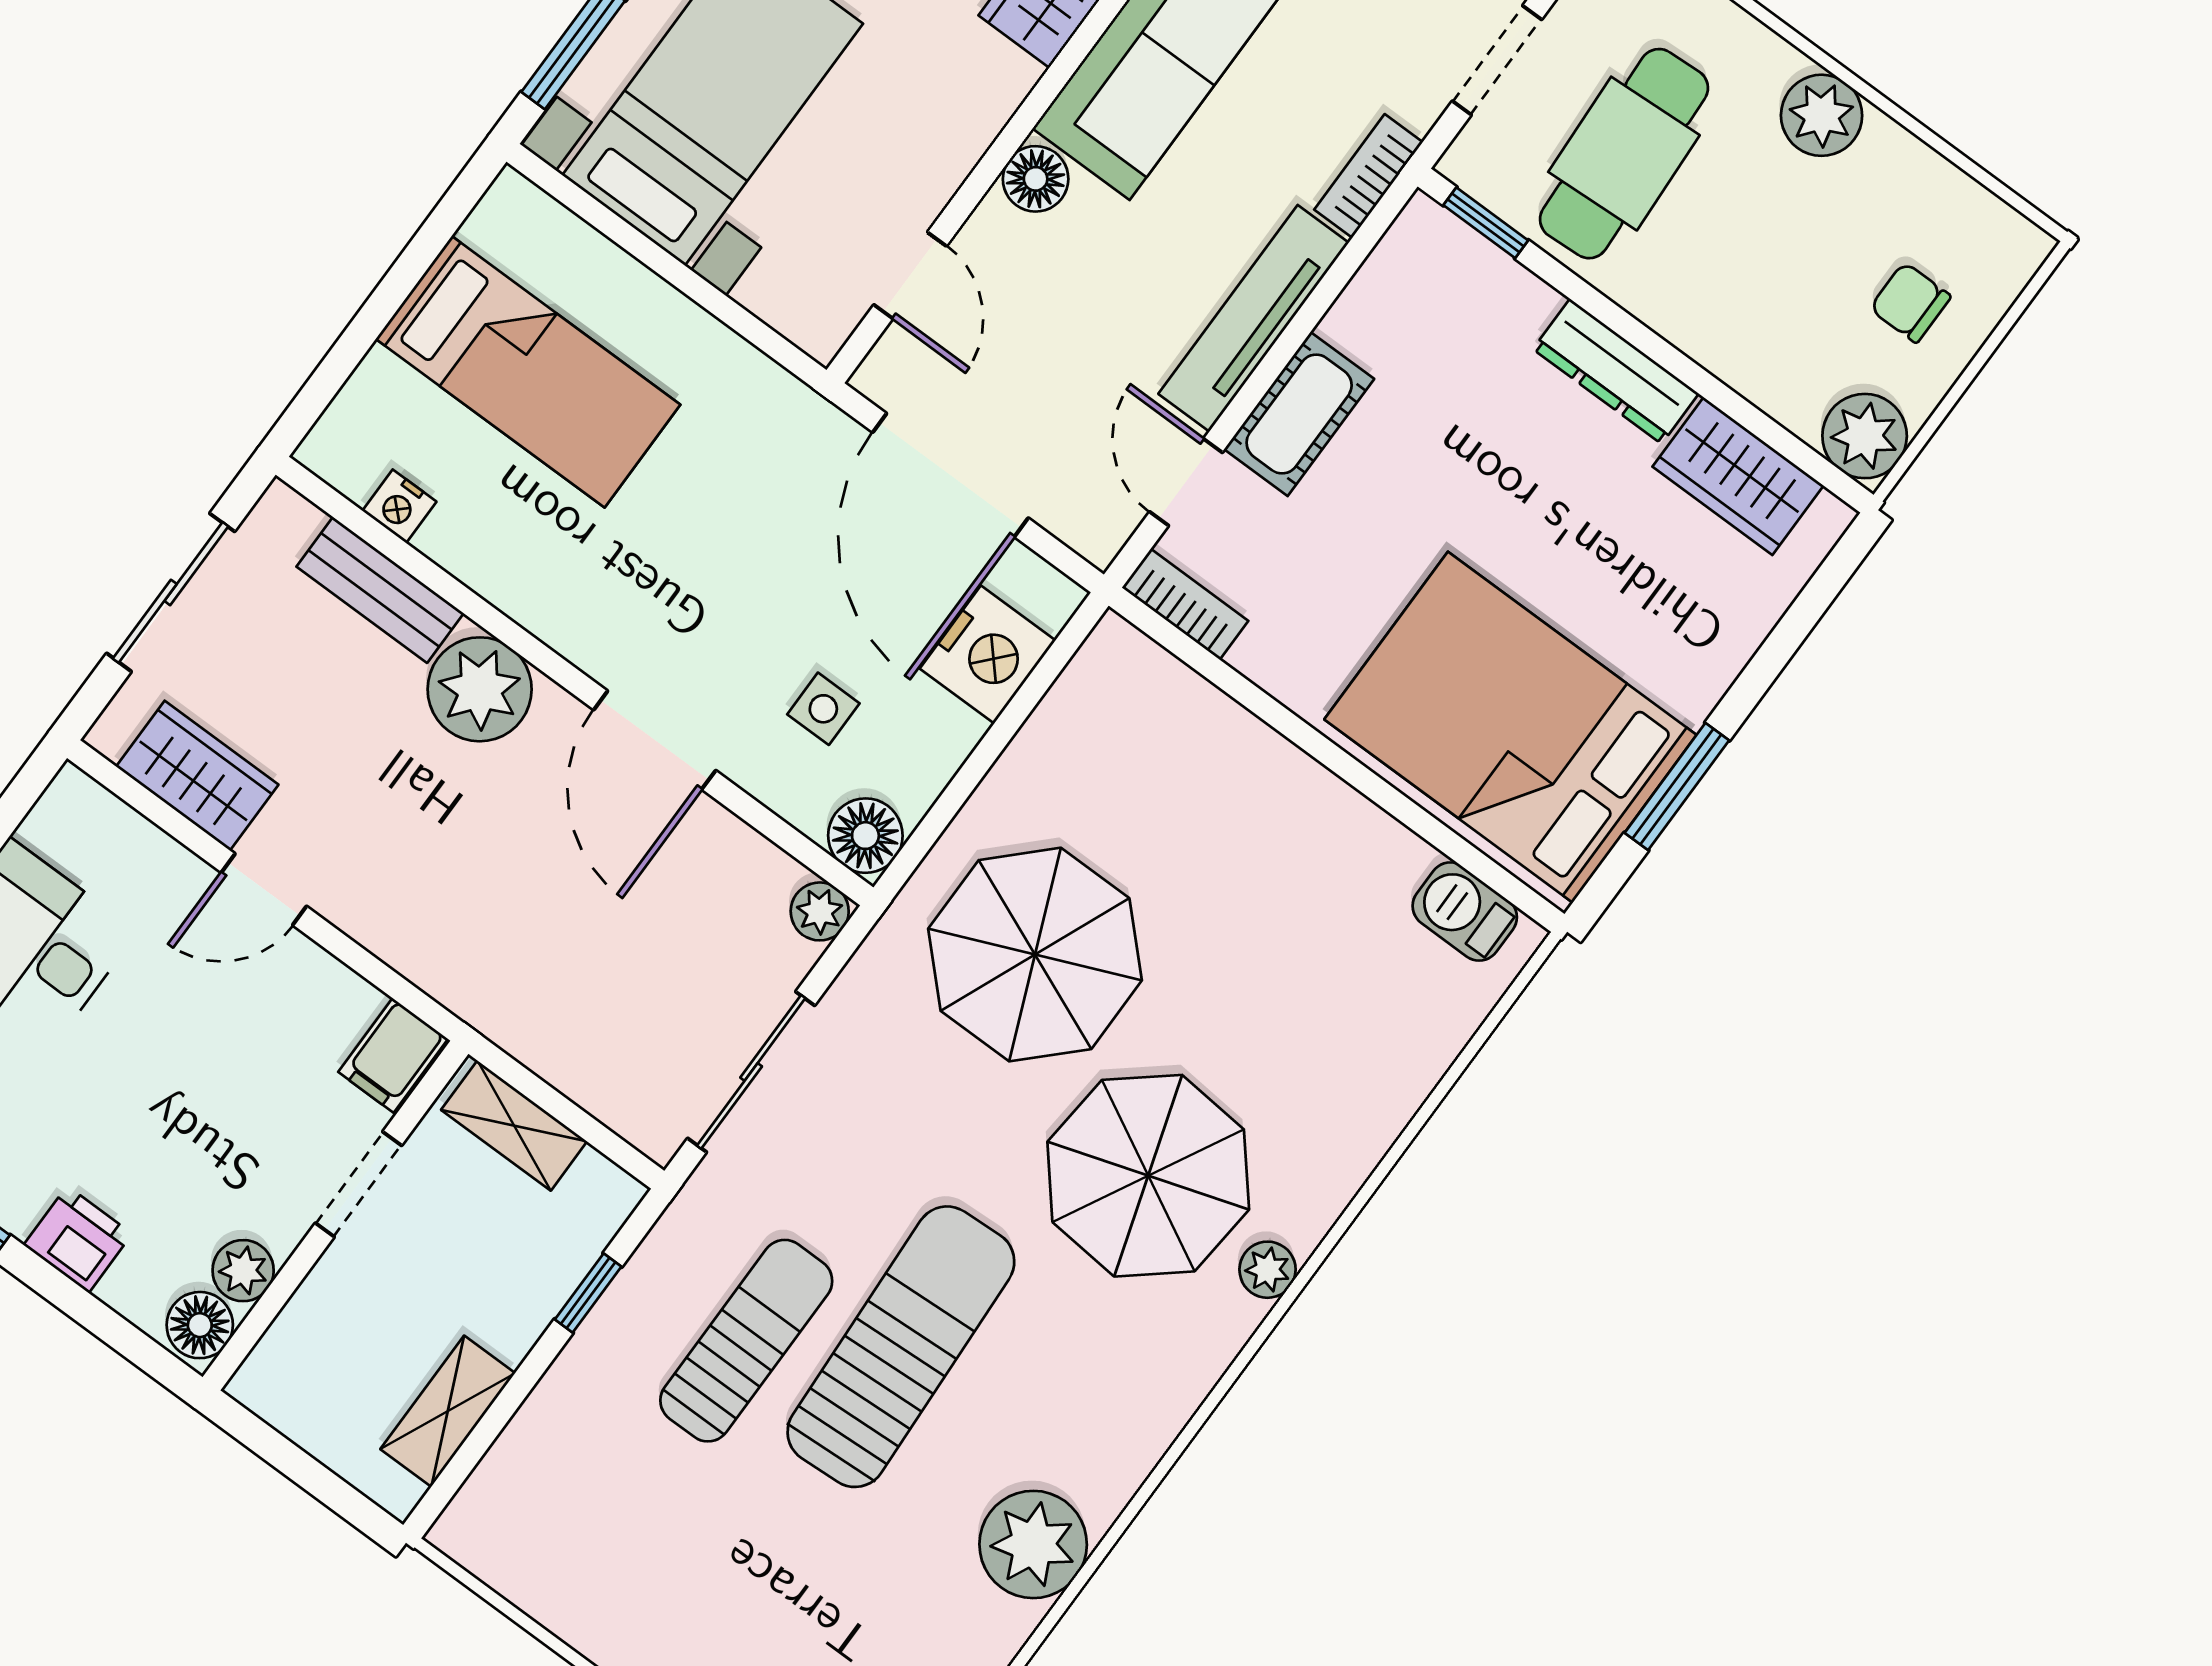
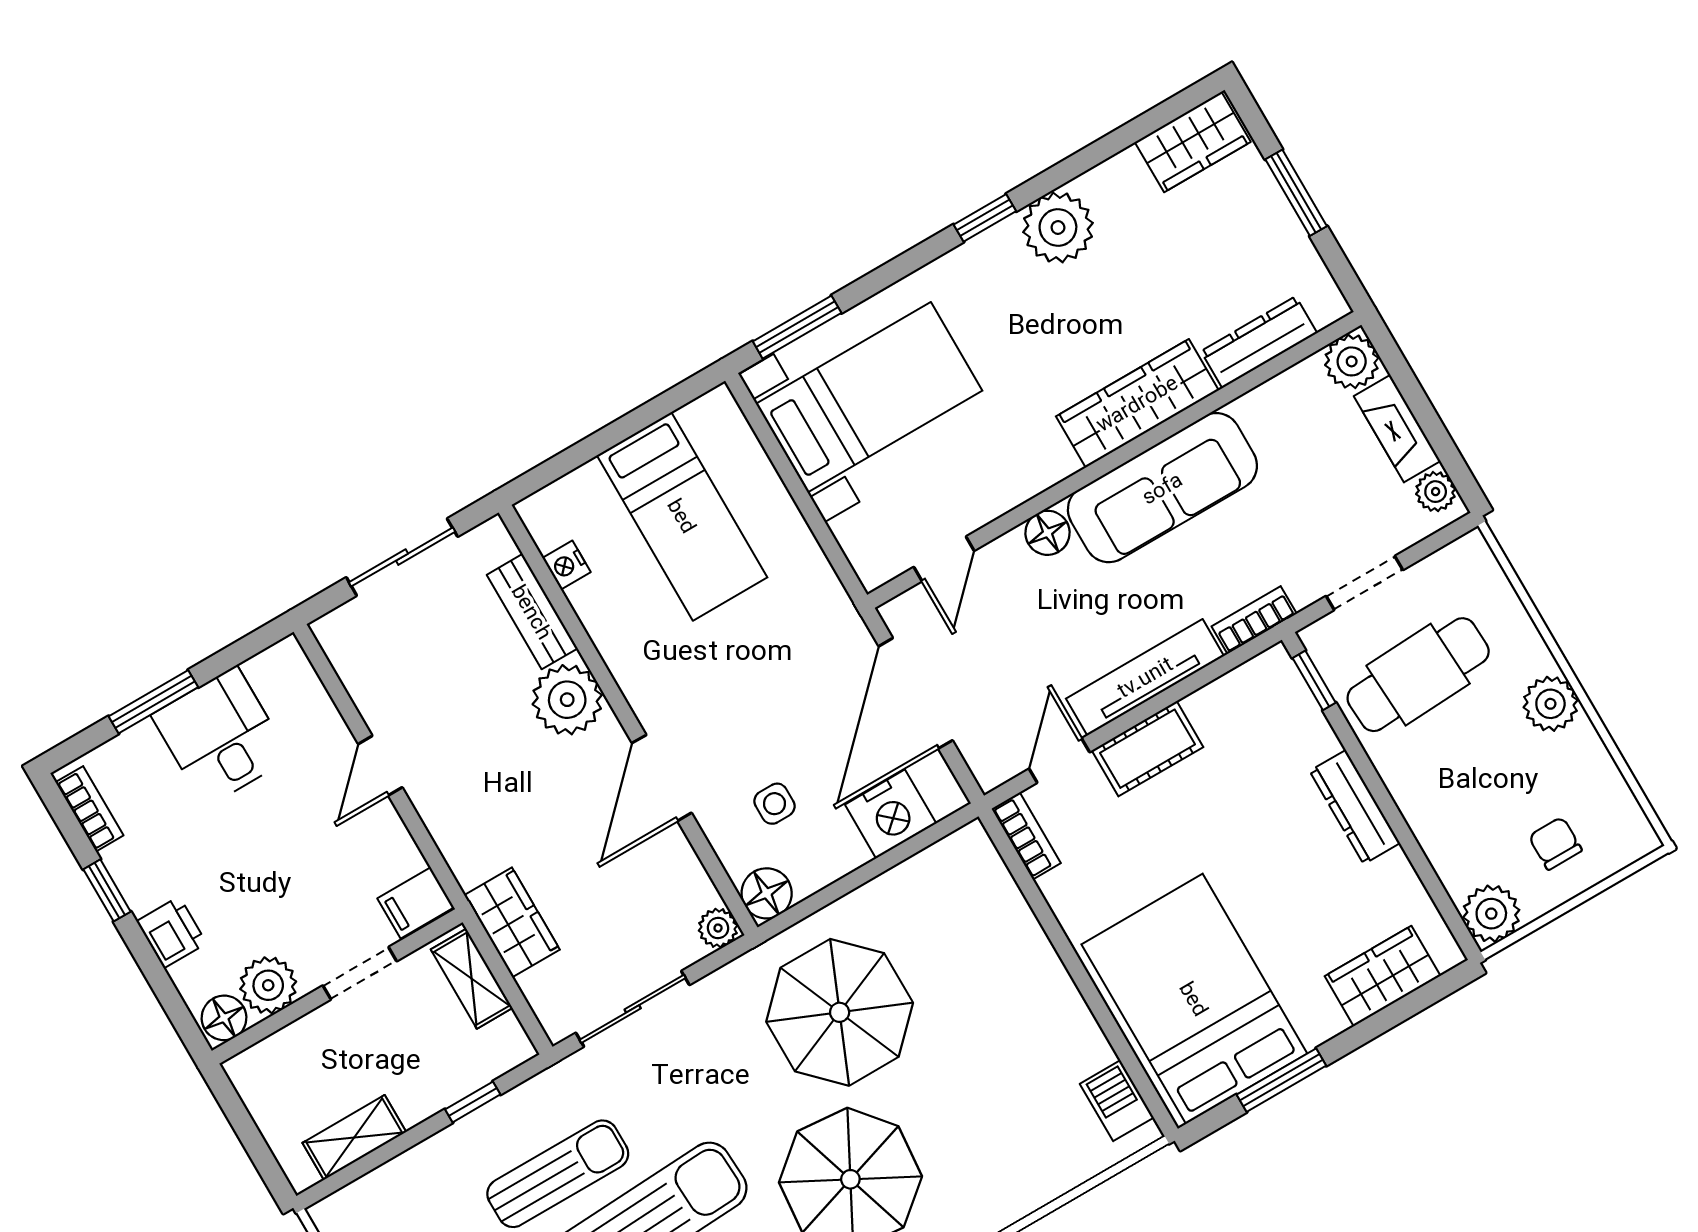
wardrobe: (1738, 476) -> (1383, 976), moved, turned 90
wardrobe: (197, 776) -> (512, 922), moved
door: (264, 889) -> (380, 766), hinge flipped
plant: (243, 1271) -> (268, 985), width x1.38, depth x1.38

